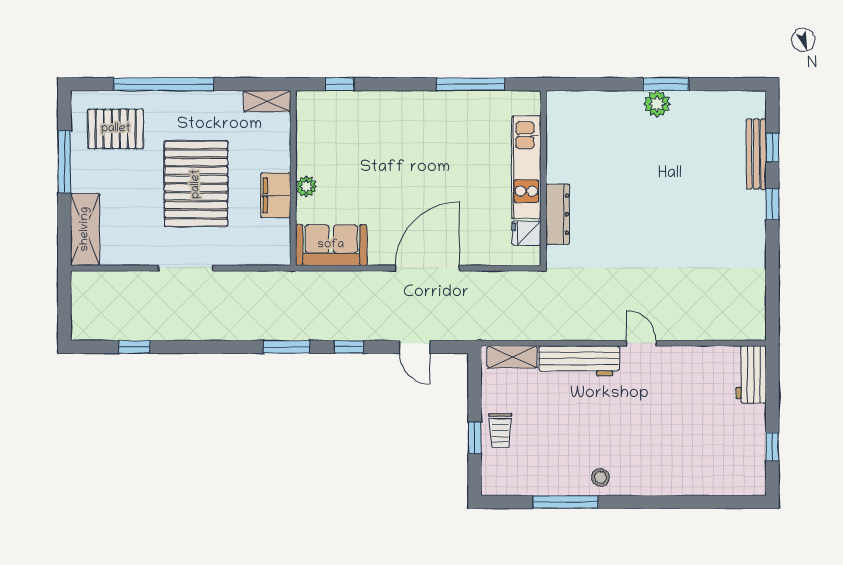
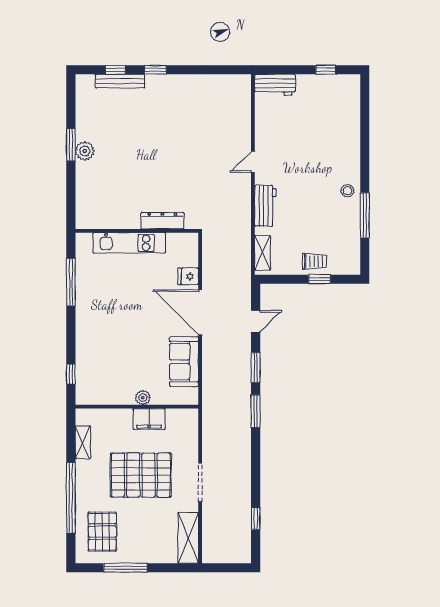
shelving: (267, 101) -> (83, 442), moved
shelving: (85, 229) -> (188, 538), moved, turned 90
fridge: (526, 233) -> (188, 276), moved, turned 90
sofa: (331, 245) -> (184, 362), moved
window: (349, 347) -> (256, 368), width x1.50
workbench: (579, 361) -> (265, 206), width x0.73

